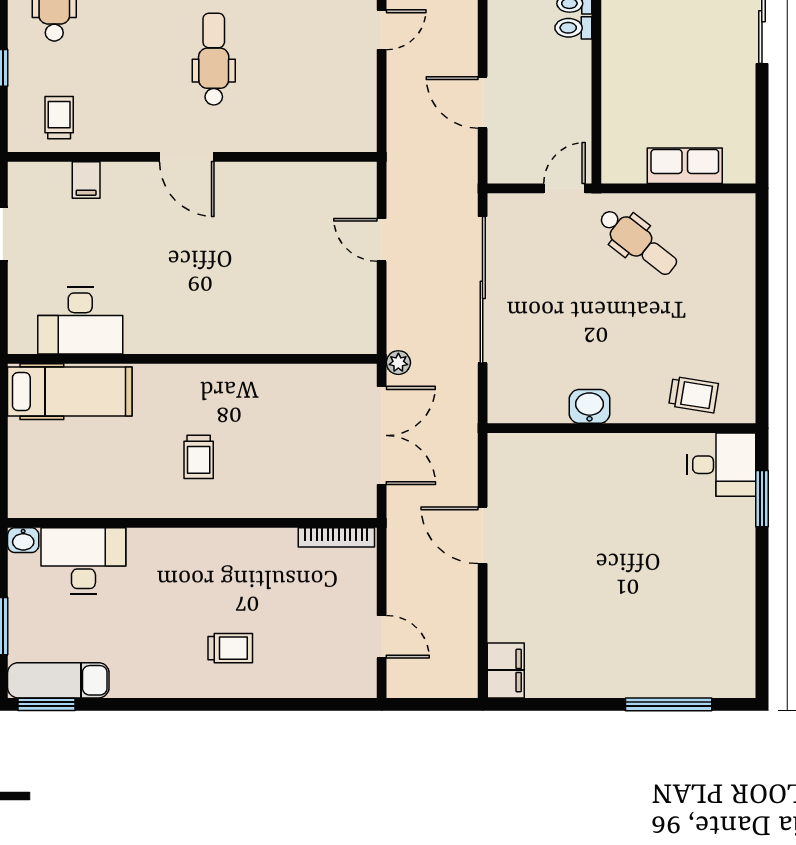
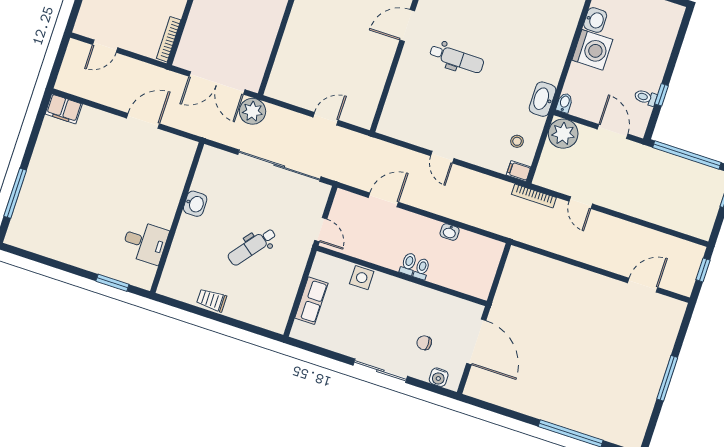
side table: (621, 96) -> (362, 278), added
dental chair: (638, 242) -> (252, 247), moved
plant: (398, 363) -> (252, 111), width x1.88, depth x1.88
trolley: (694, 395) -> (212, 300), moved, turned 81
desk: (721, 465) -> (145, 242), moved, turned -90

